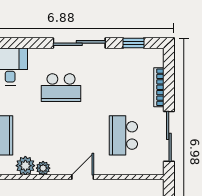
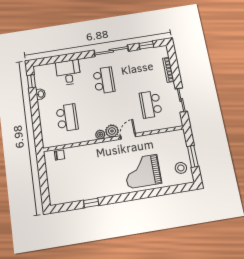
school desk: (61, 88) -> (104, 80), turned -90
sliding door: (169, 136) -> (181, 100), width x0.73
plant: (25, 166) -> (112, 131), moved

